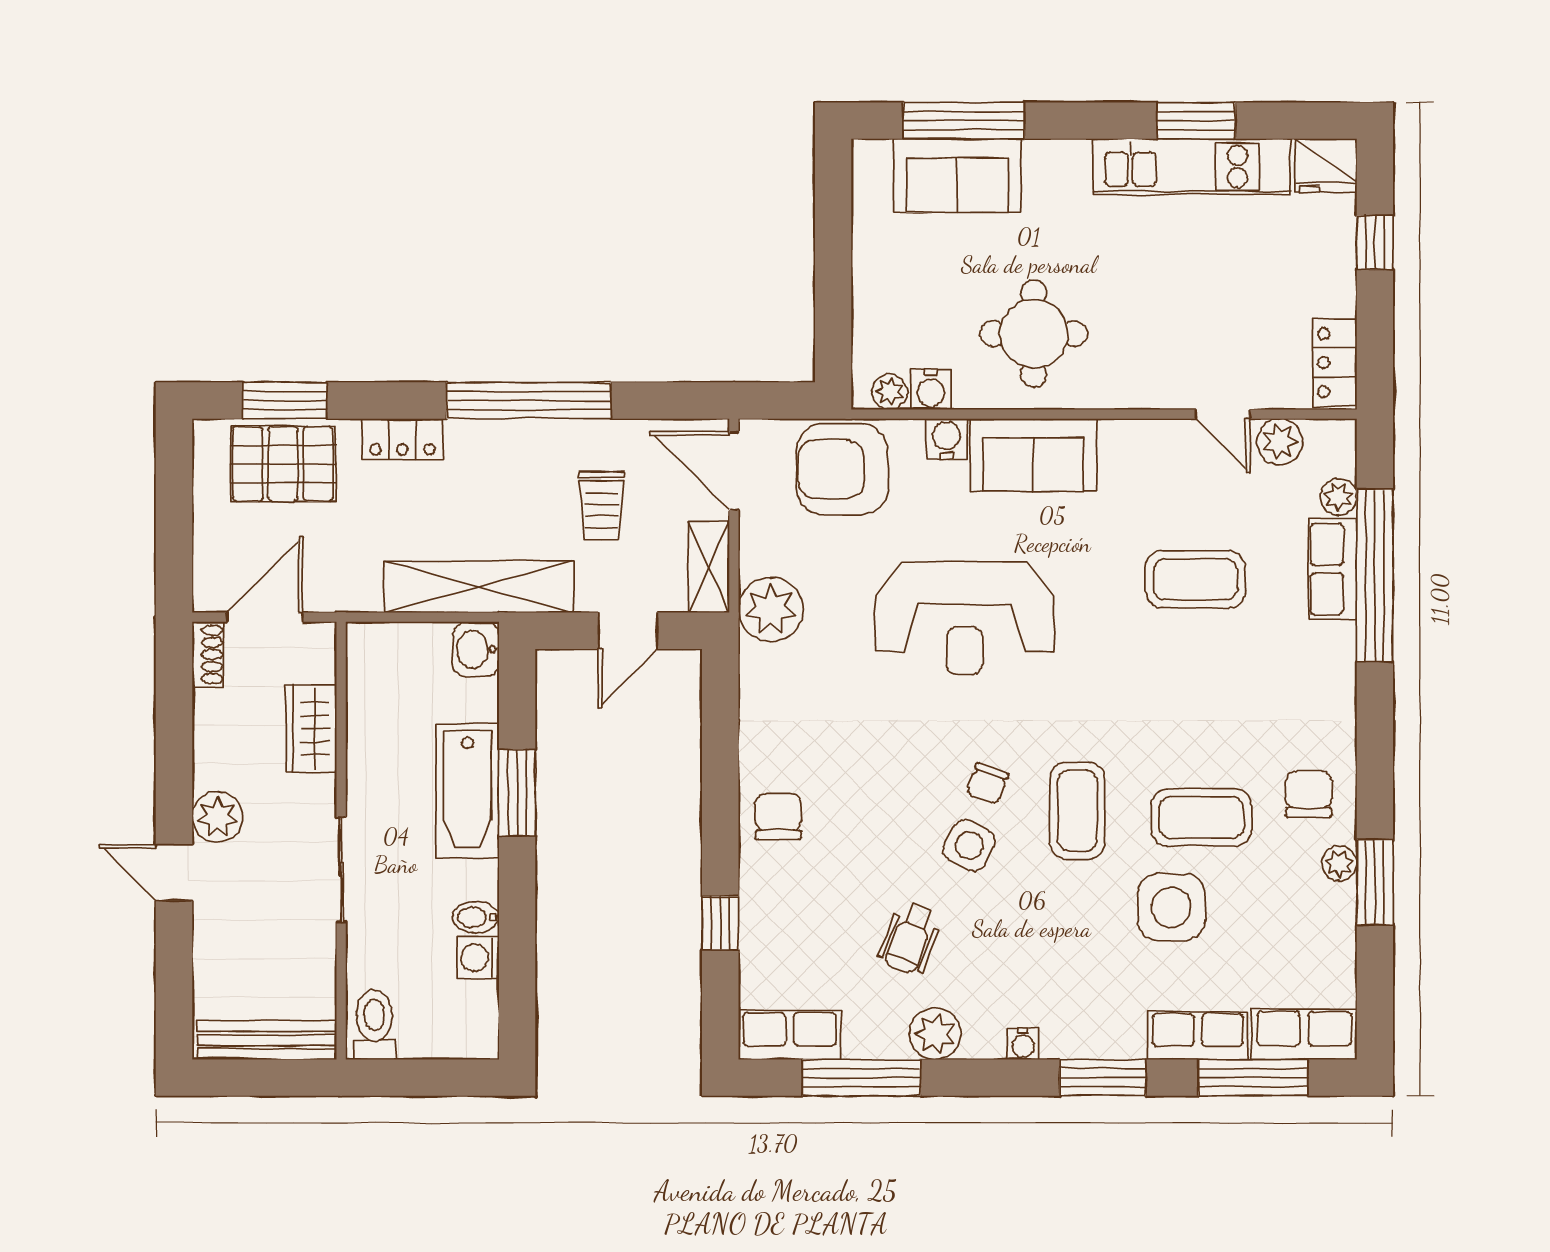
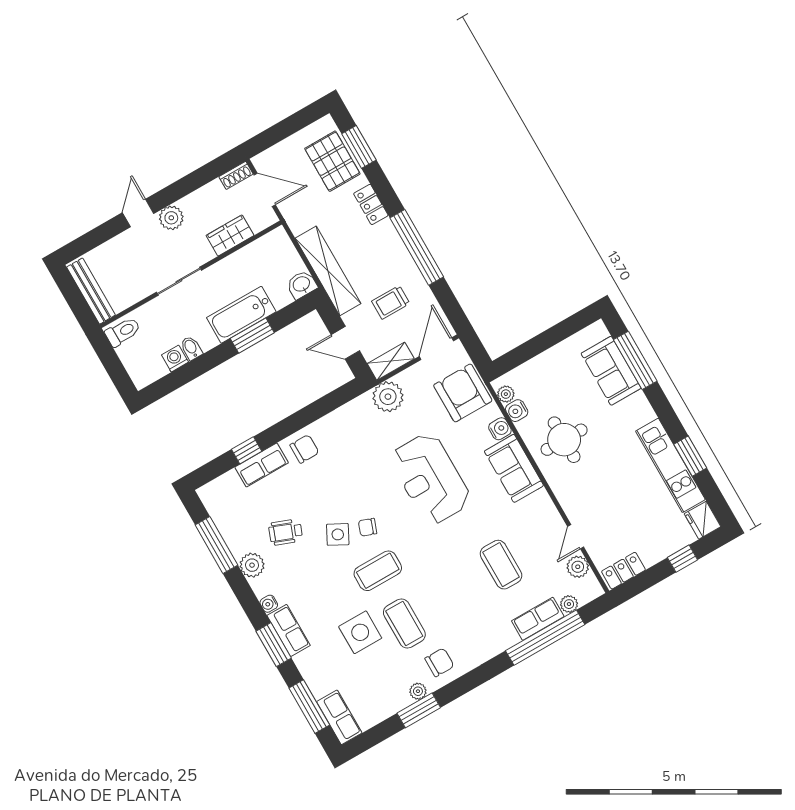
row of seats: (790, 1035) -> (262, 465), moved, turned 90
row of seats: (1198, 1036) -> (289, 630), moved

